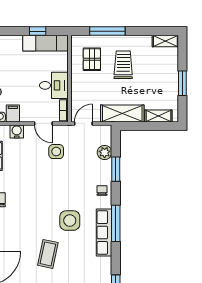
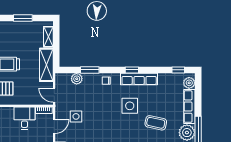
window: (116, 223) -> (132, 70), width x0.46

